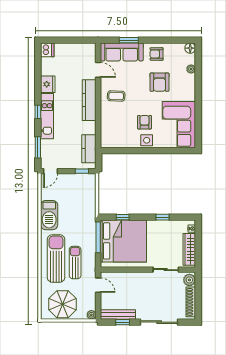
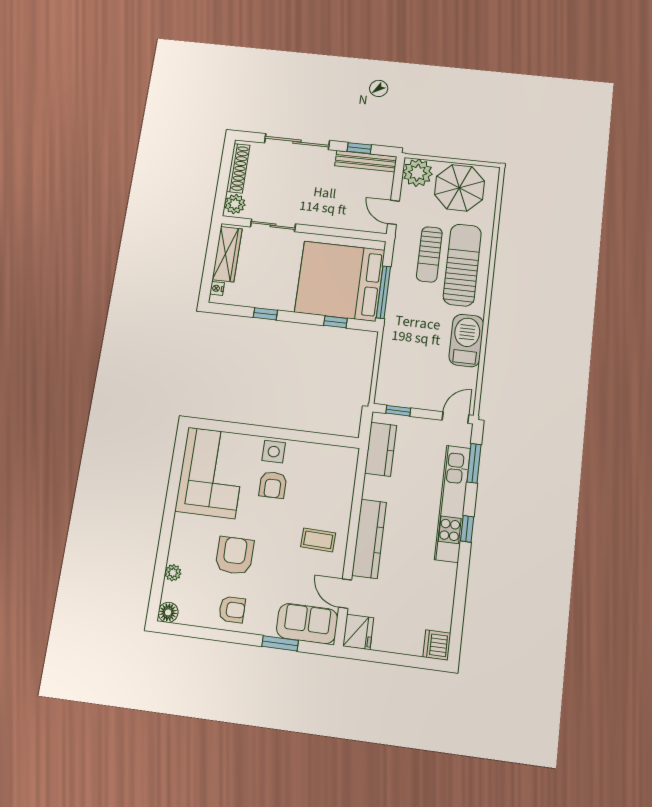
sofa: (122, 52) -> (307, 624), width x0.73
fridge: (48, 84) -> (358, 632), moved, turned 180
kitchen unit: (47, 116) -> (453, 503), width x1.36
sun lounger: (56, 258) -> (462, 265), turned 180
plant: (91, 315) -> (418, 173), width x1.88, depth x1.88

